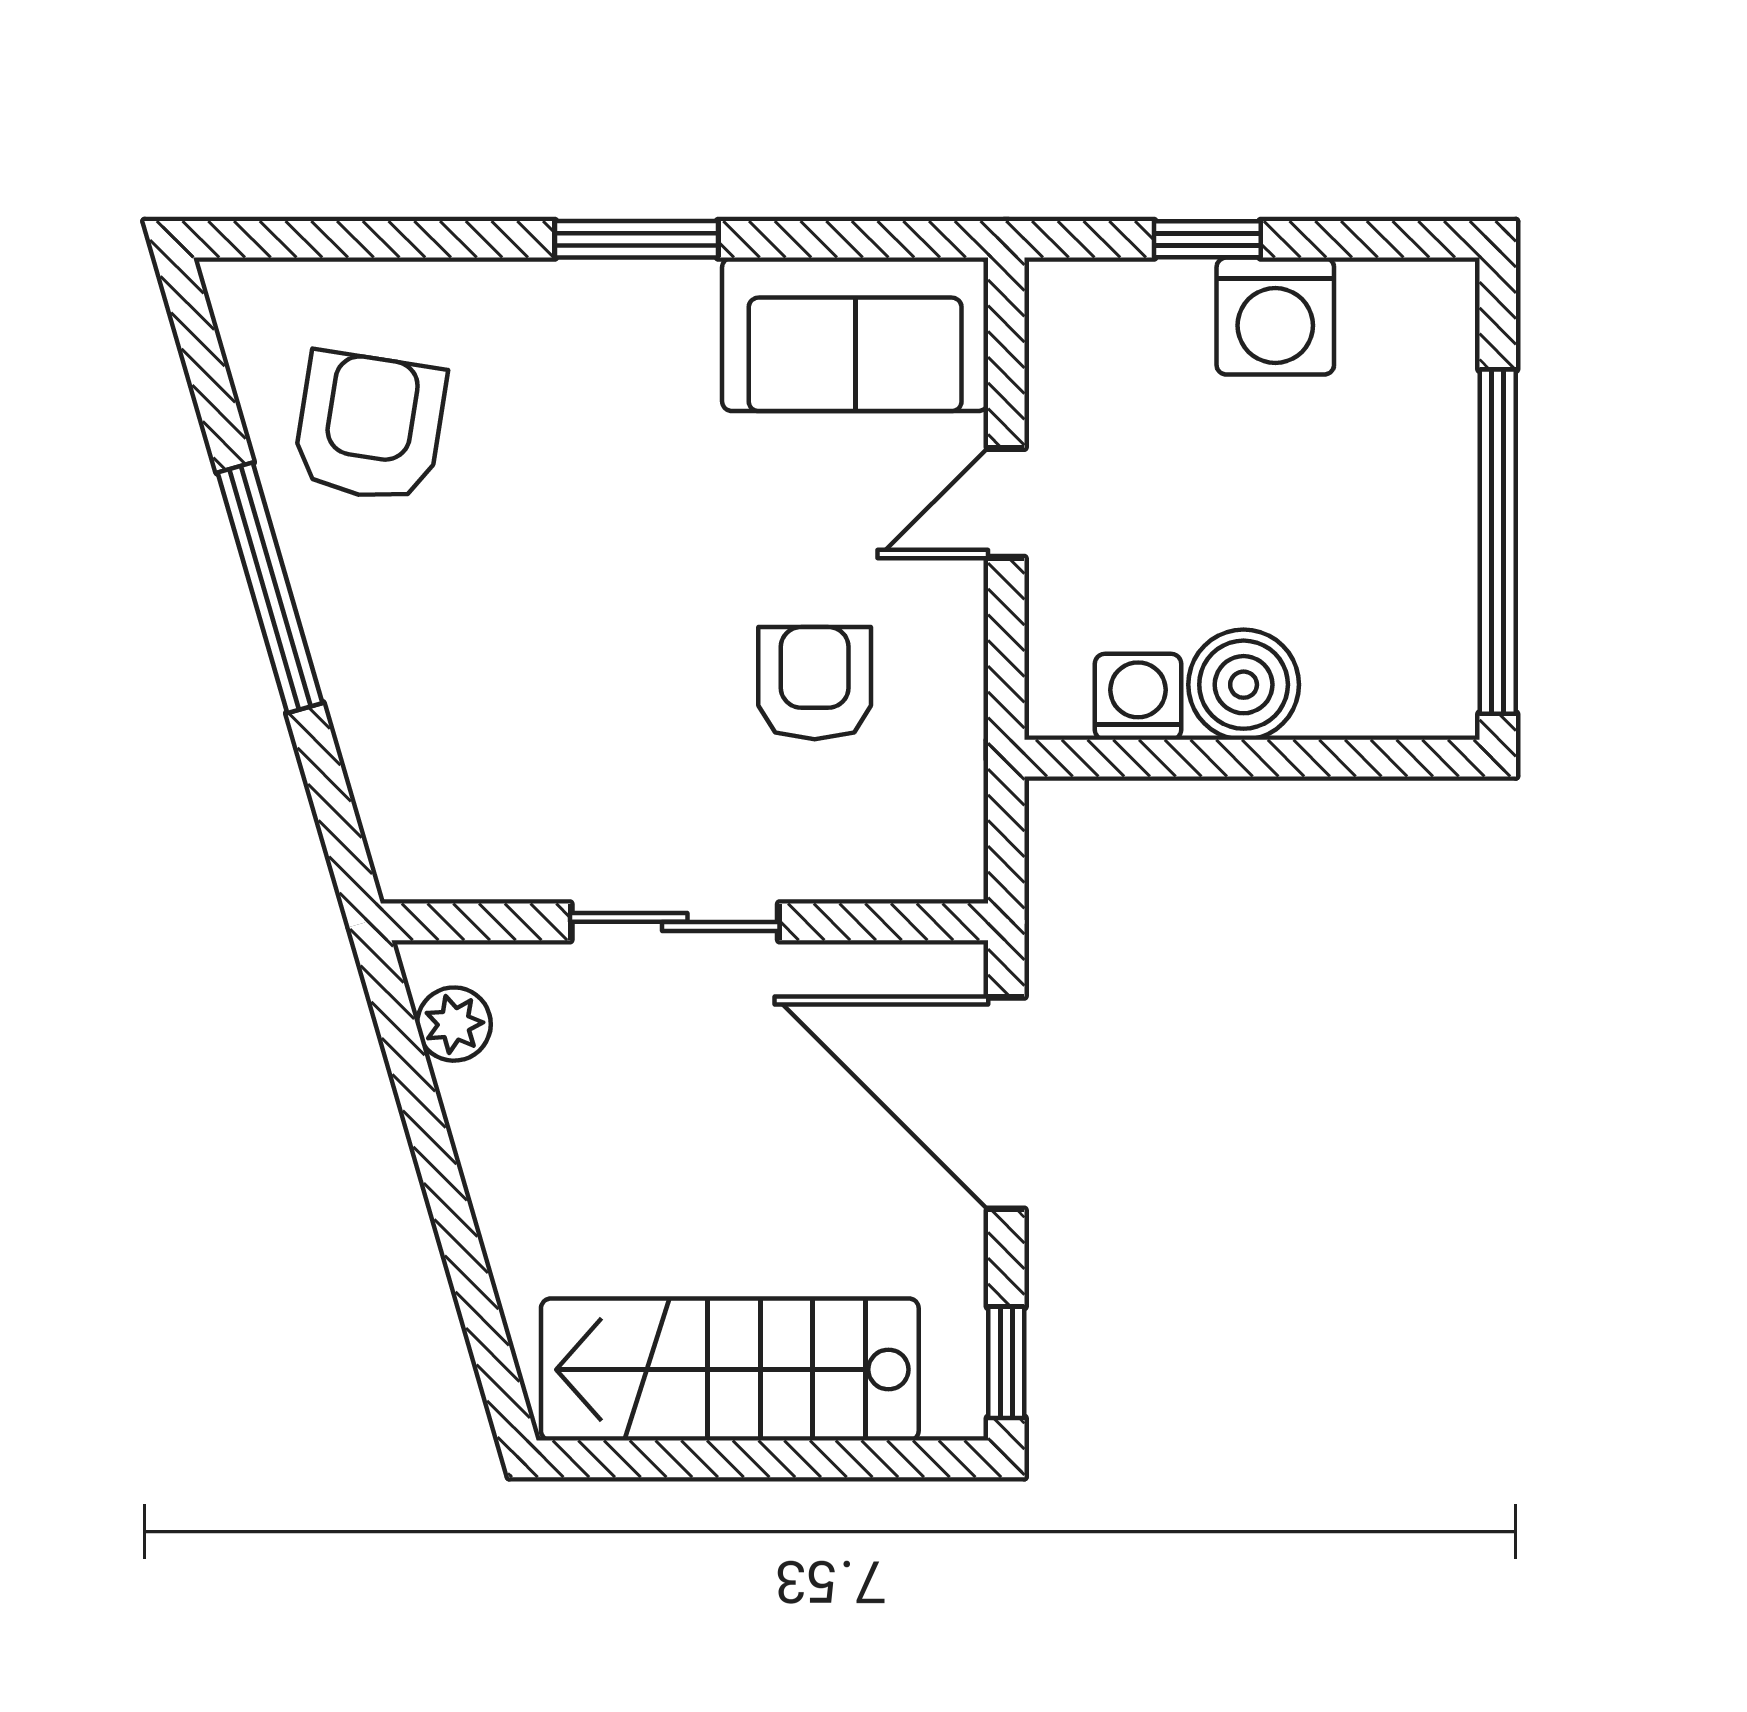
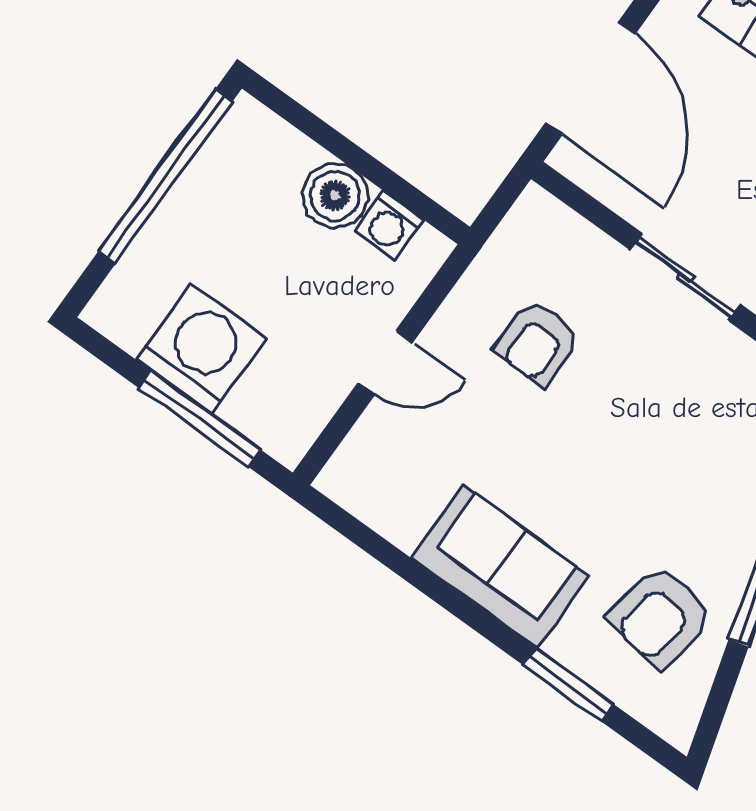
window: (637, 239) -> (568, 684), moved
window: (1207, 239) -> (200, 419), width x2.17
washing machine: (1275, 316) -> (201, 349), width x1.37, depth x1.37
sofa: (855, 334) -> (500, 567), moved

